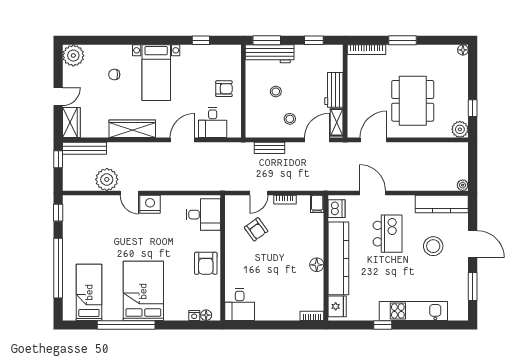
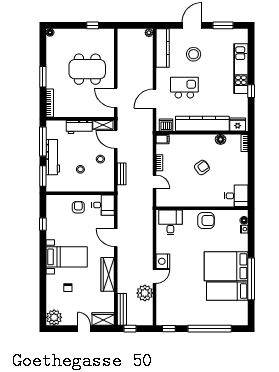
window: (314, 40) -> (43, 141), width x2.17
workbench: (270, 54) -> (53, 157), moved
desk: (213, 123) -> (103, 205), moved
plant: (460, 129) -> (108, 35), removed
armchair: (256, 229) -> (202, 167), moved
floor lamp: (317, 265) -> (220, 139), moved
bed: (89, 292) -> (227, 291), moved

